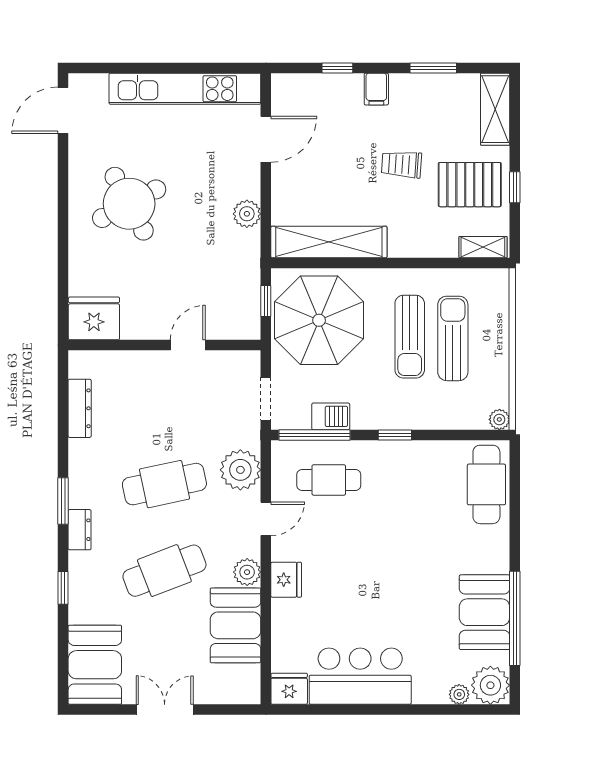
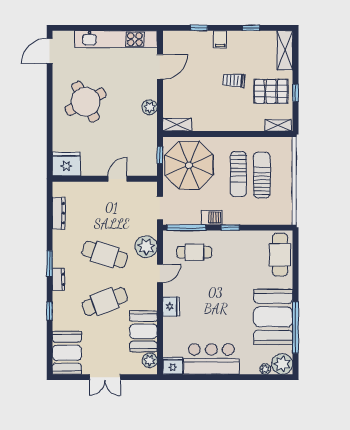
window: (433, 68) -> (251, 28), width x0.67
shelving: (329, 242) -> (177, 125), width x0.45, depth x0.75
barbecue: (331, 416) -> (212, 218), moved
plant: (499, 419) -> (287, 219), removed
cafe table: (164, 484) -> (105, 254), turned 30
plant: (247, 572) -> (150, 360), moved
booth: (485, 612) -> (273, 317), width x1.36, depth x1.42
double door: (165, 710) -> (105, 377), swing flipped

